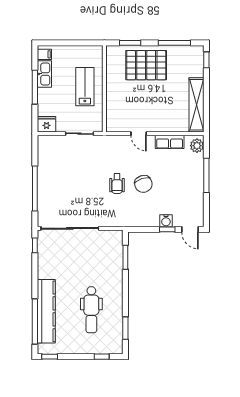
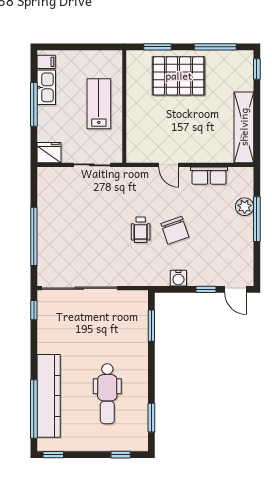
plant: (197, 146) -> (245, 207), moved
water cooler: (166, 221) -> (178, 278), moved

